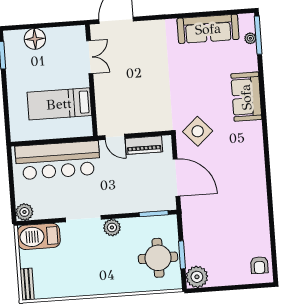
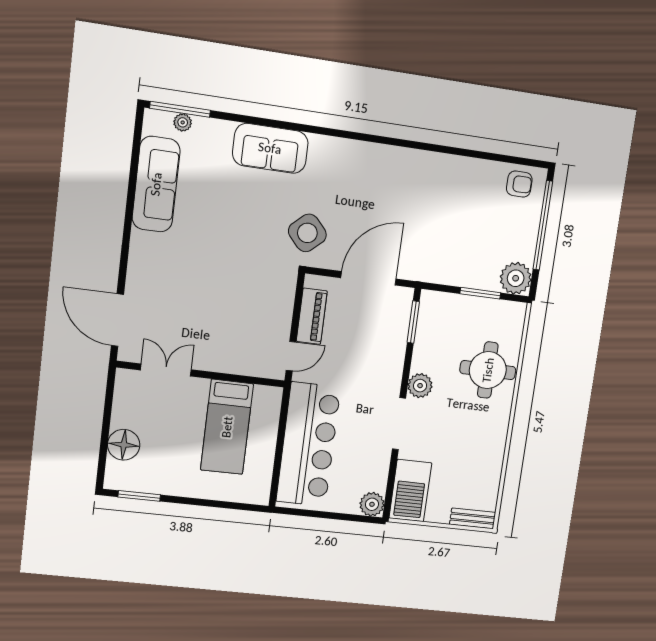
round table: (158, 258) -> (488, 370), moved
window: (236, 287) -> (543, 225), added

